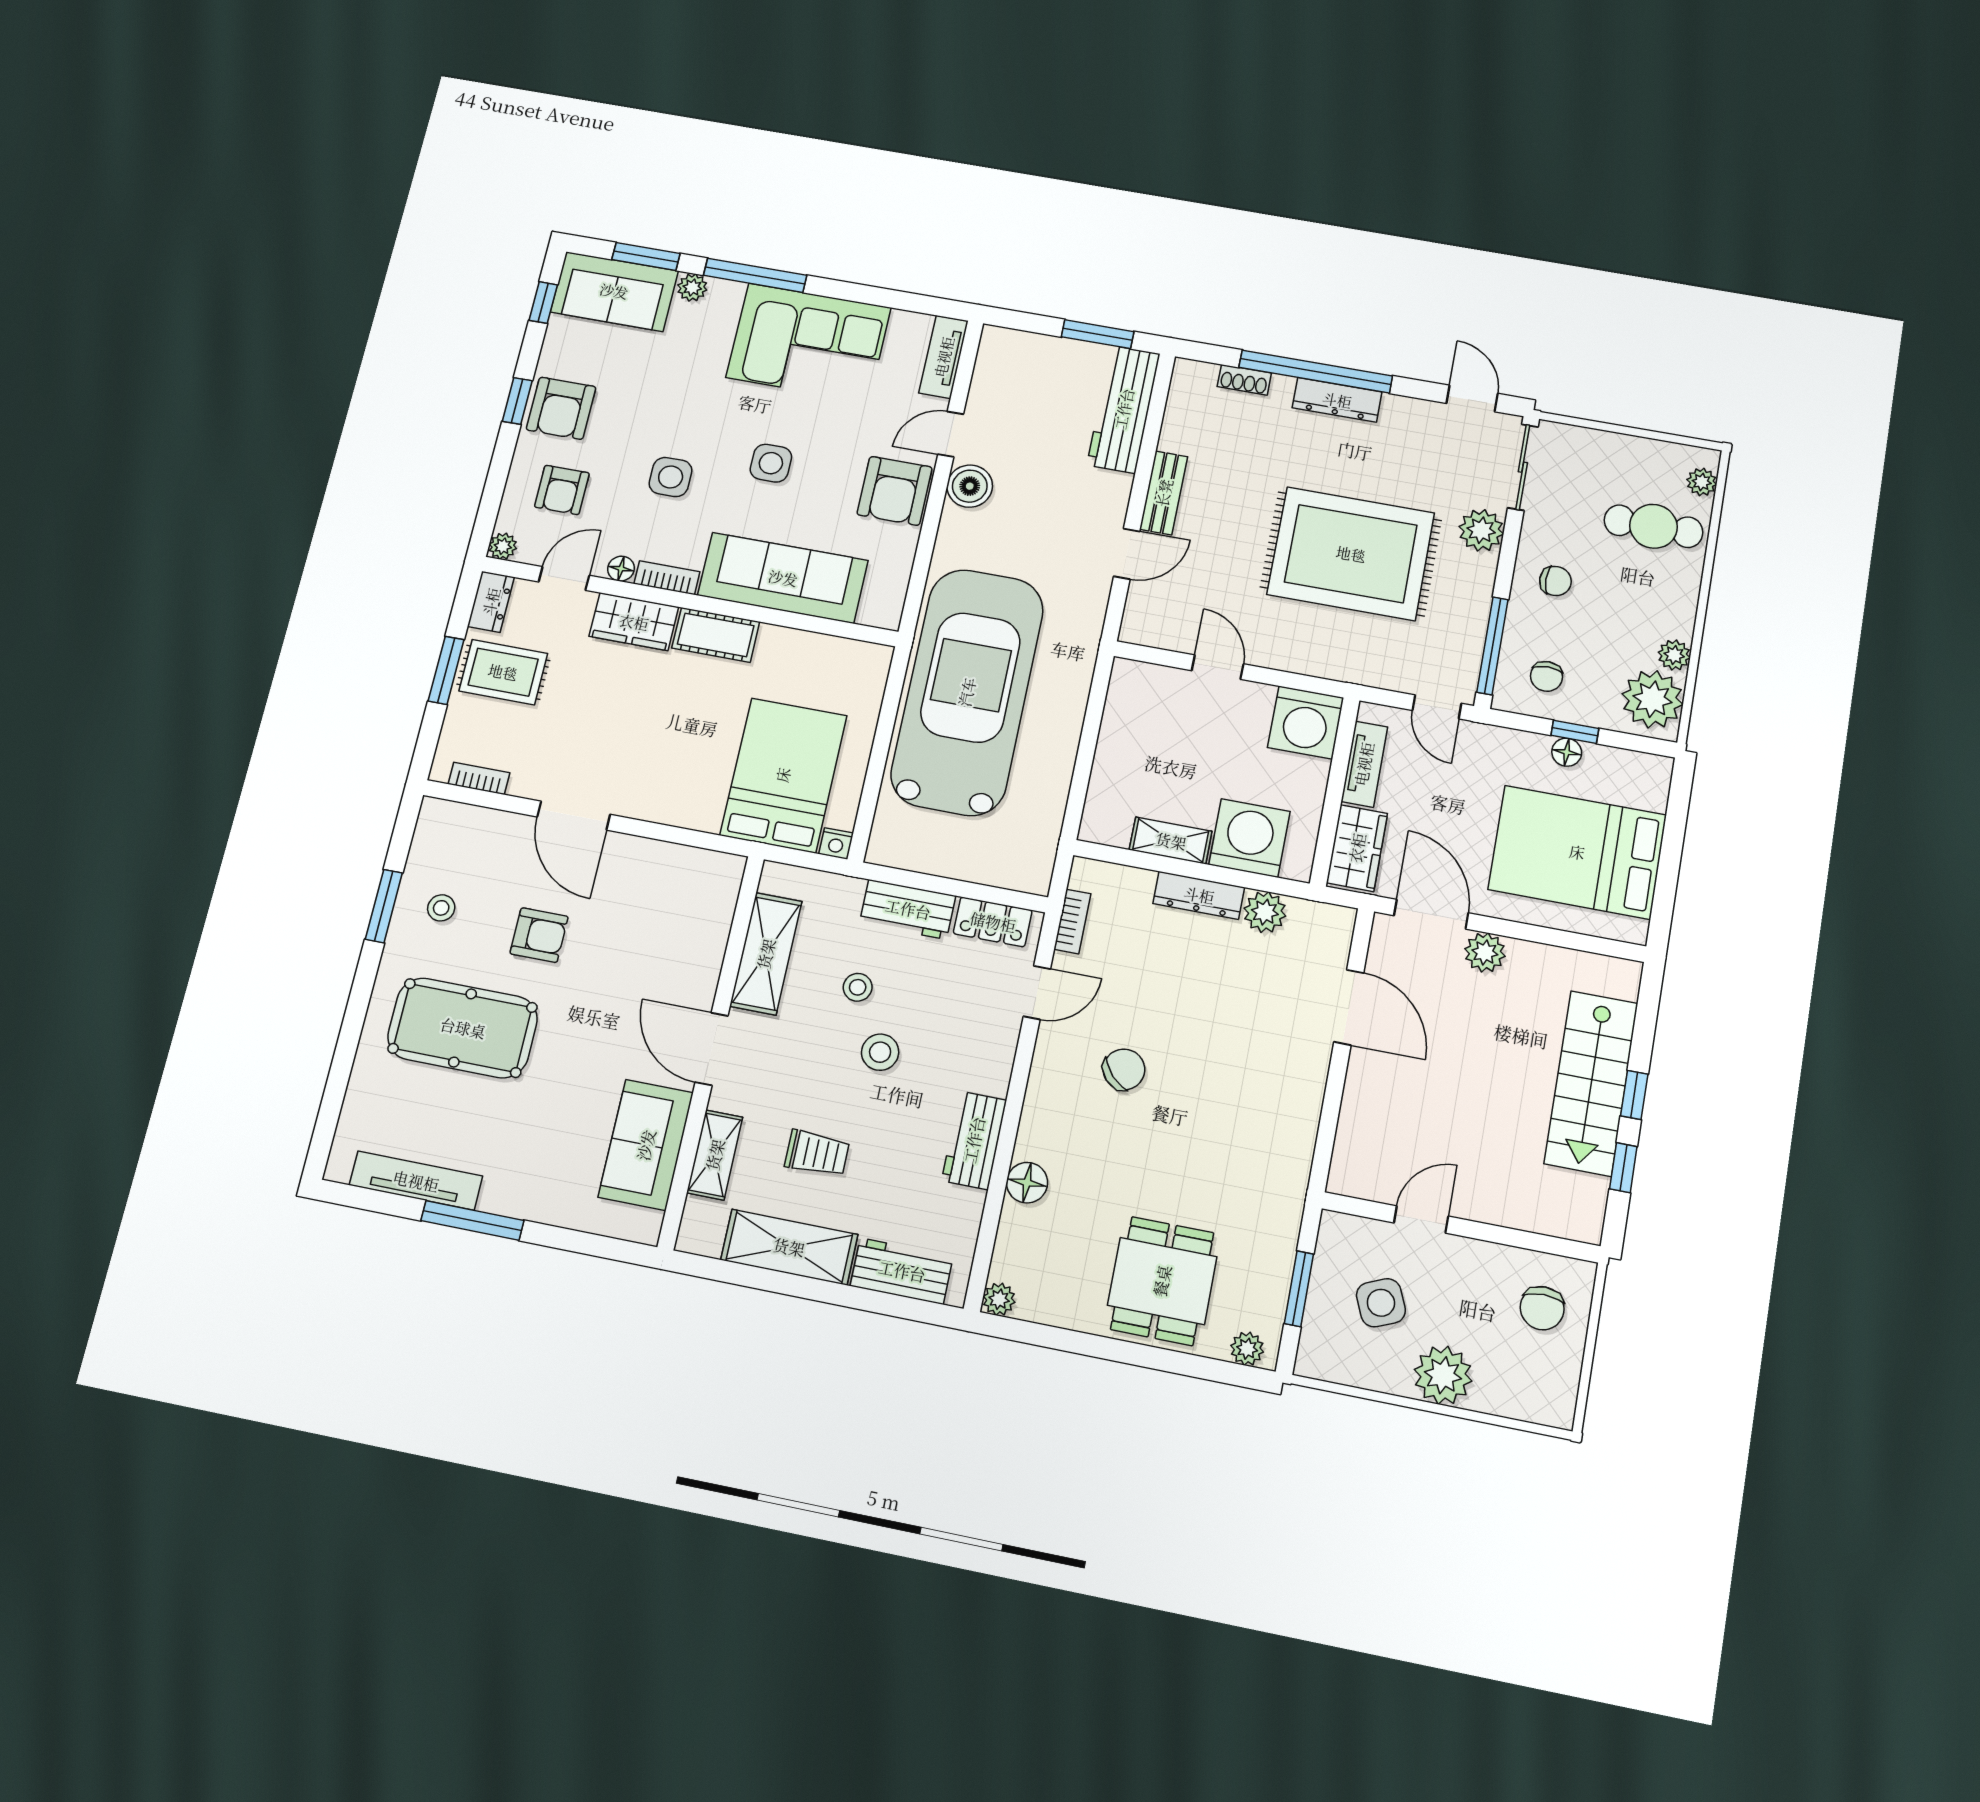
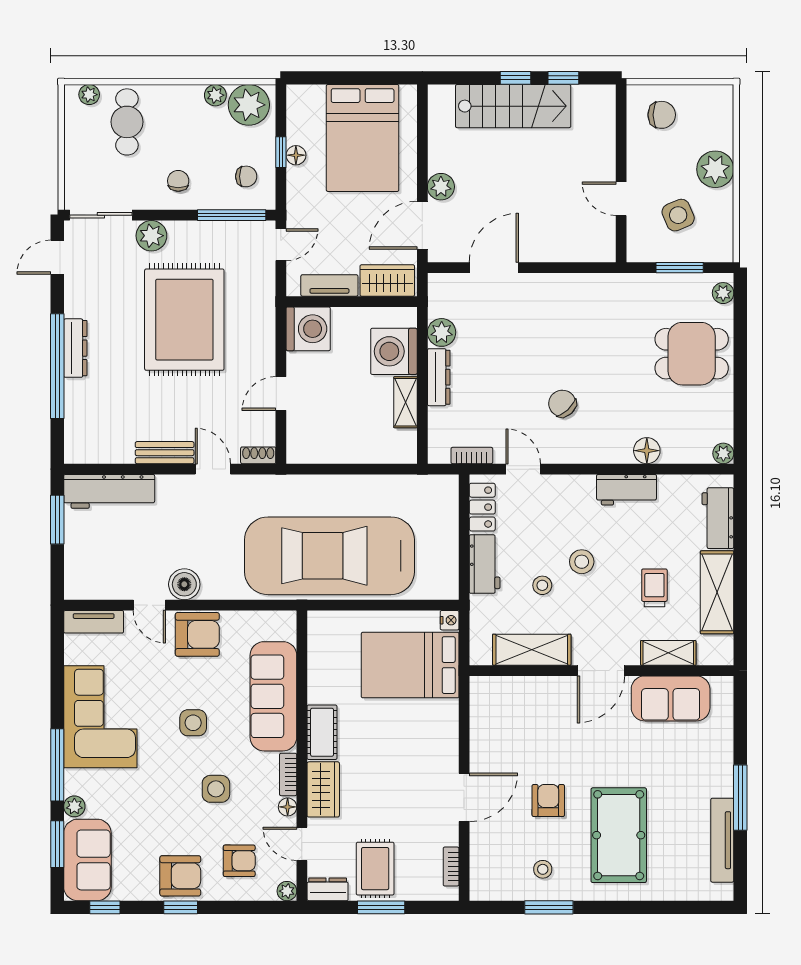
shoe rack: (1244, 380) -> (258, 455), moved, turned -90

